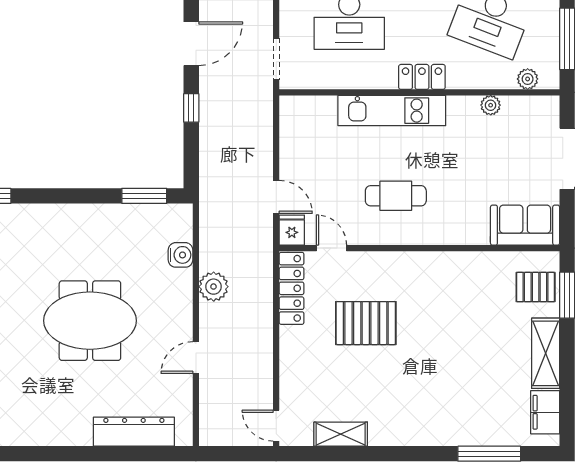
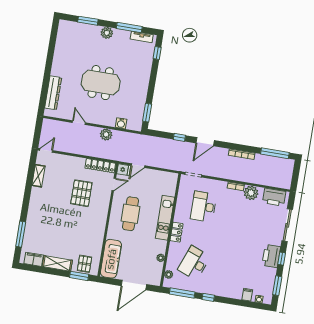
door: (191, 44) -> (205, 142), hinge flipped
cafe table: (396, 196) -> (130, 214), width x1.37, depth x1.35
sofa: (525, 225) -> (111, 259), width x1.36
meeting table: (90, 321) -> (101, 83), turned 90

